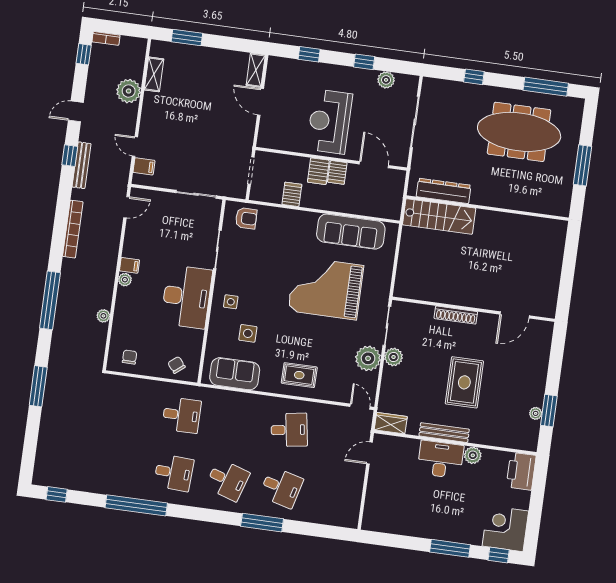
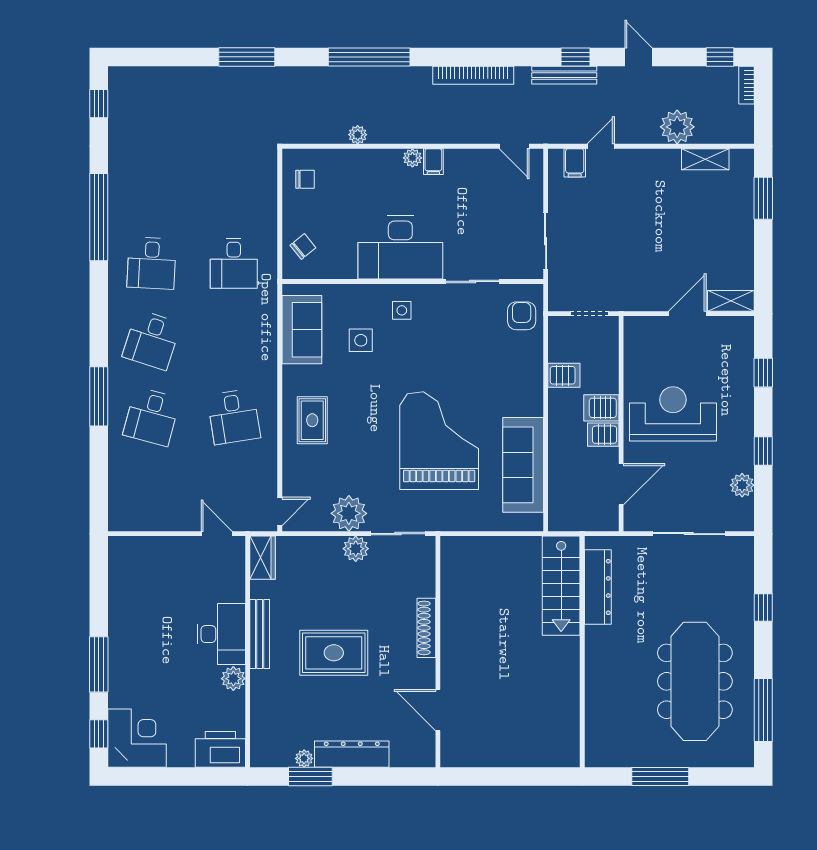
armchair: (246, 218) -> (522, 316), turned 180
dresser: (537, 379) -> (352, 754), added

